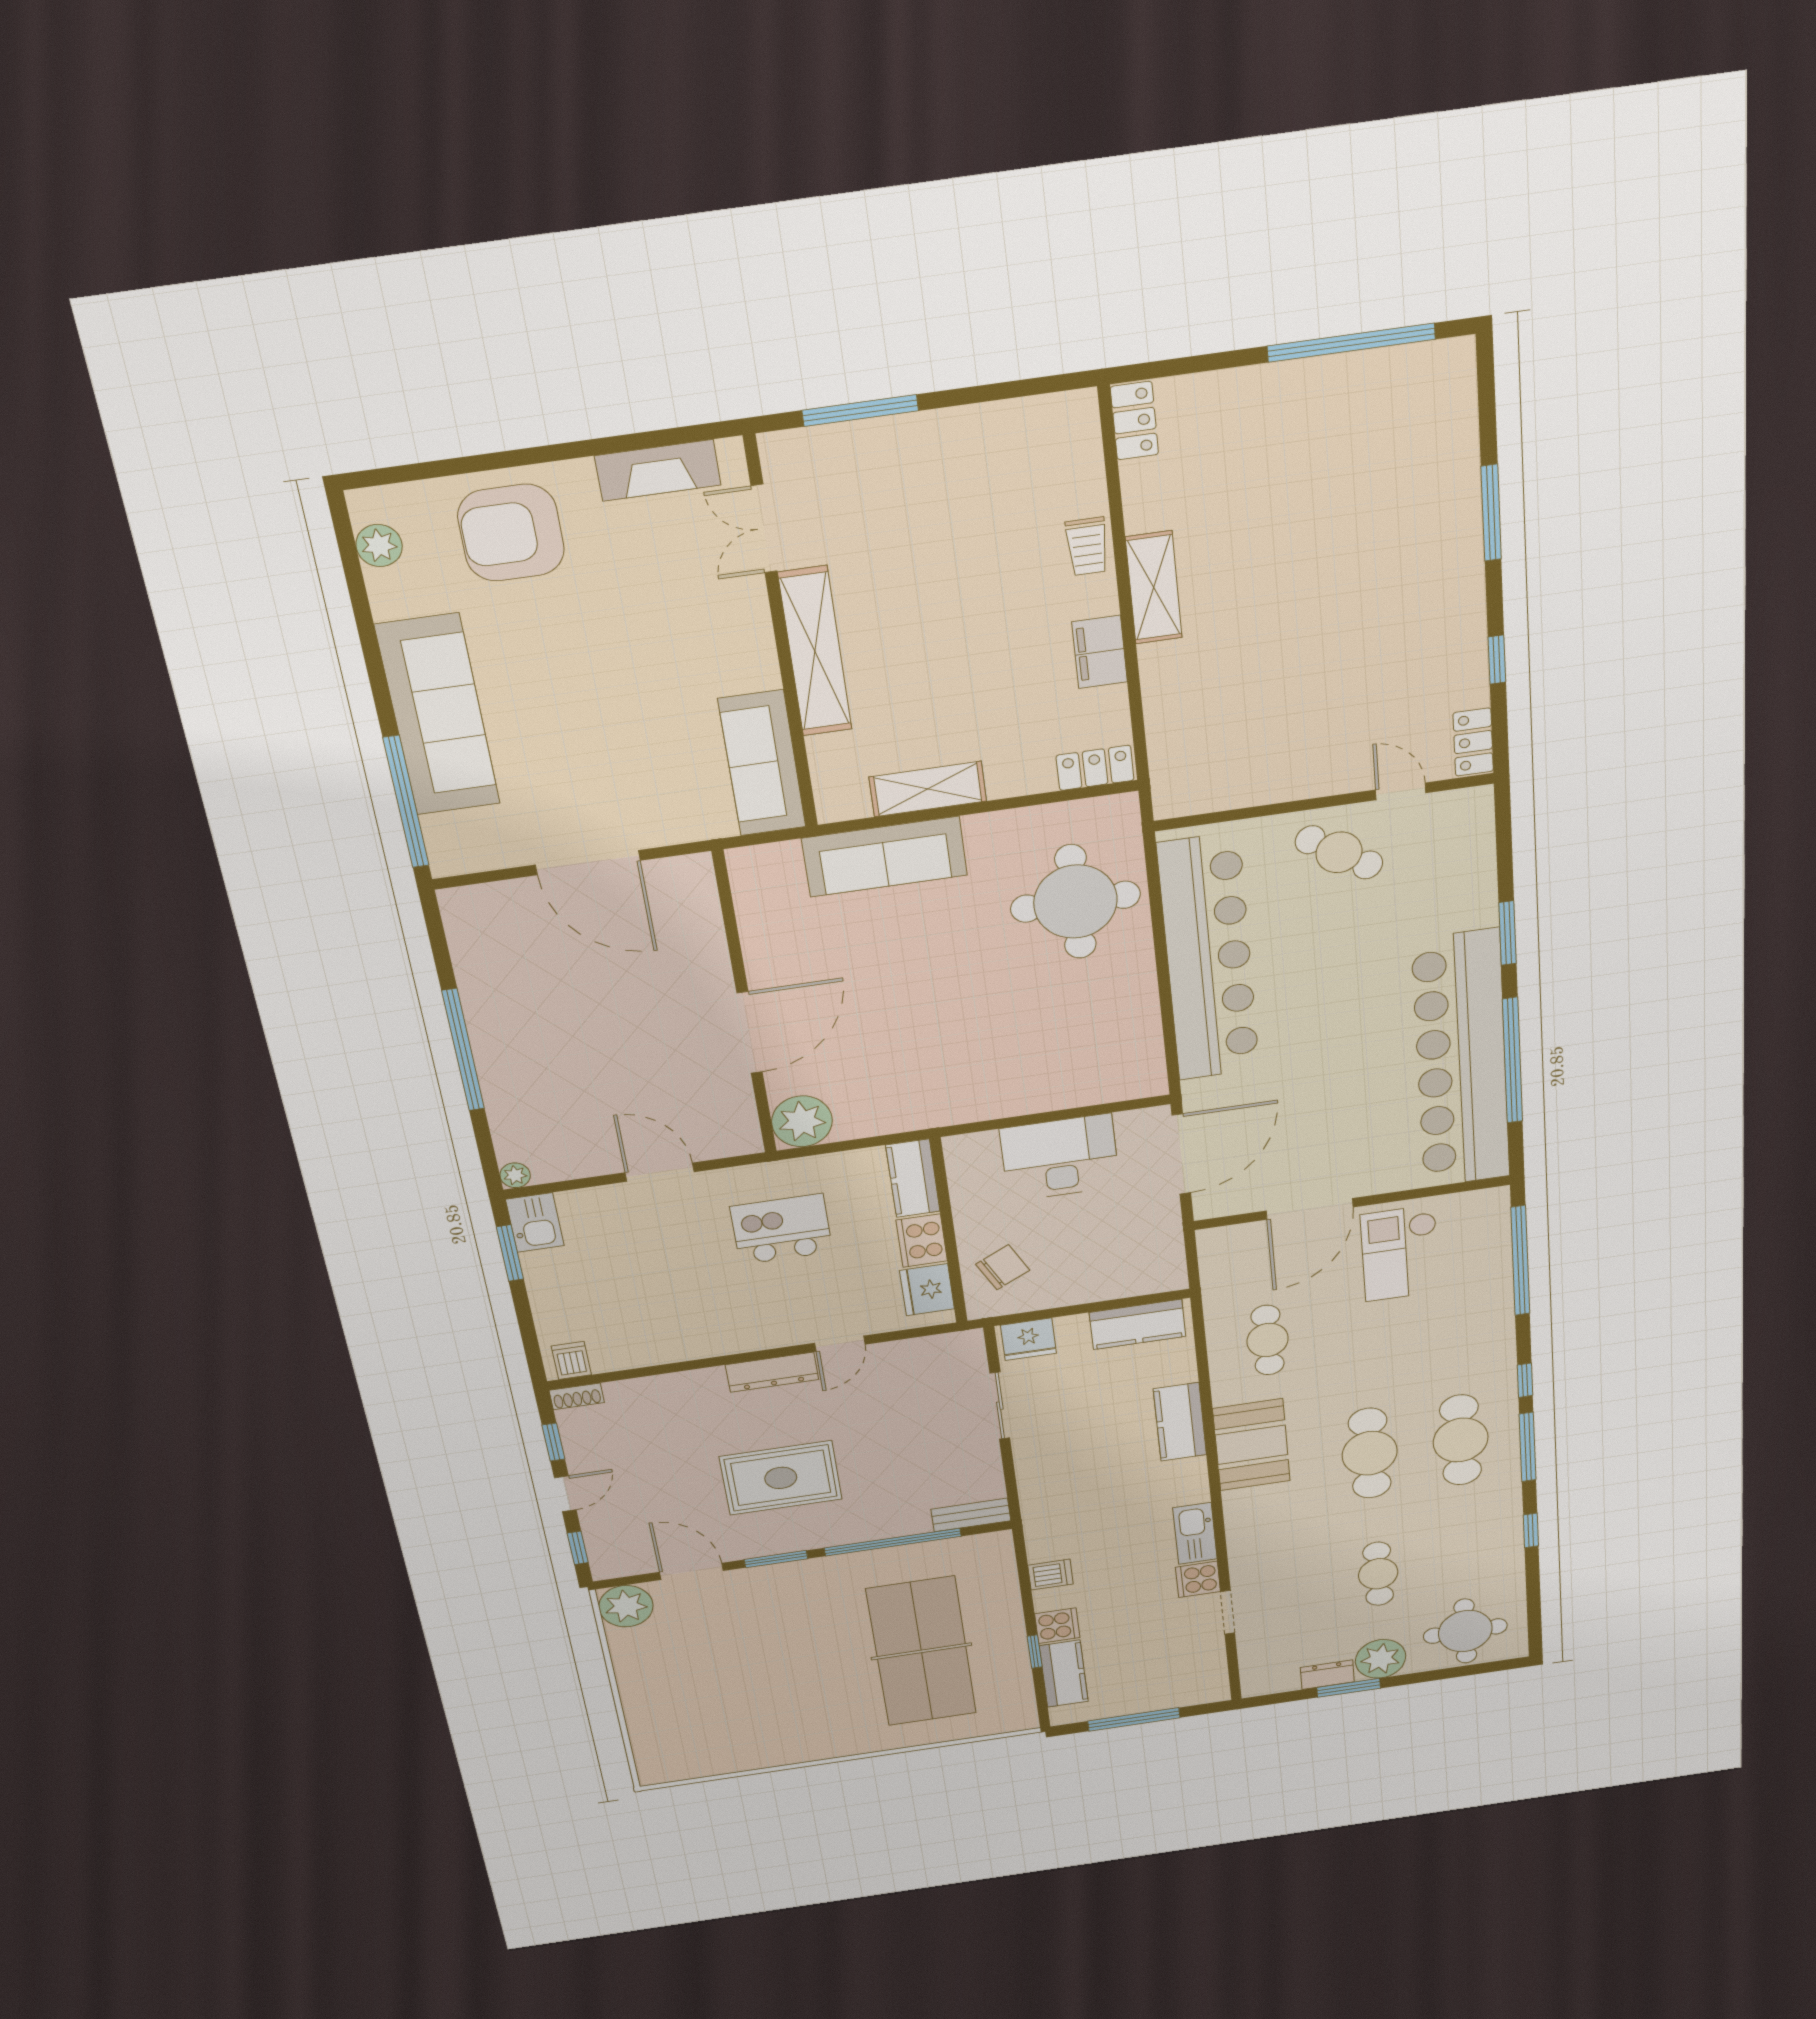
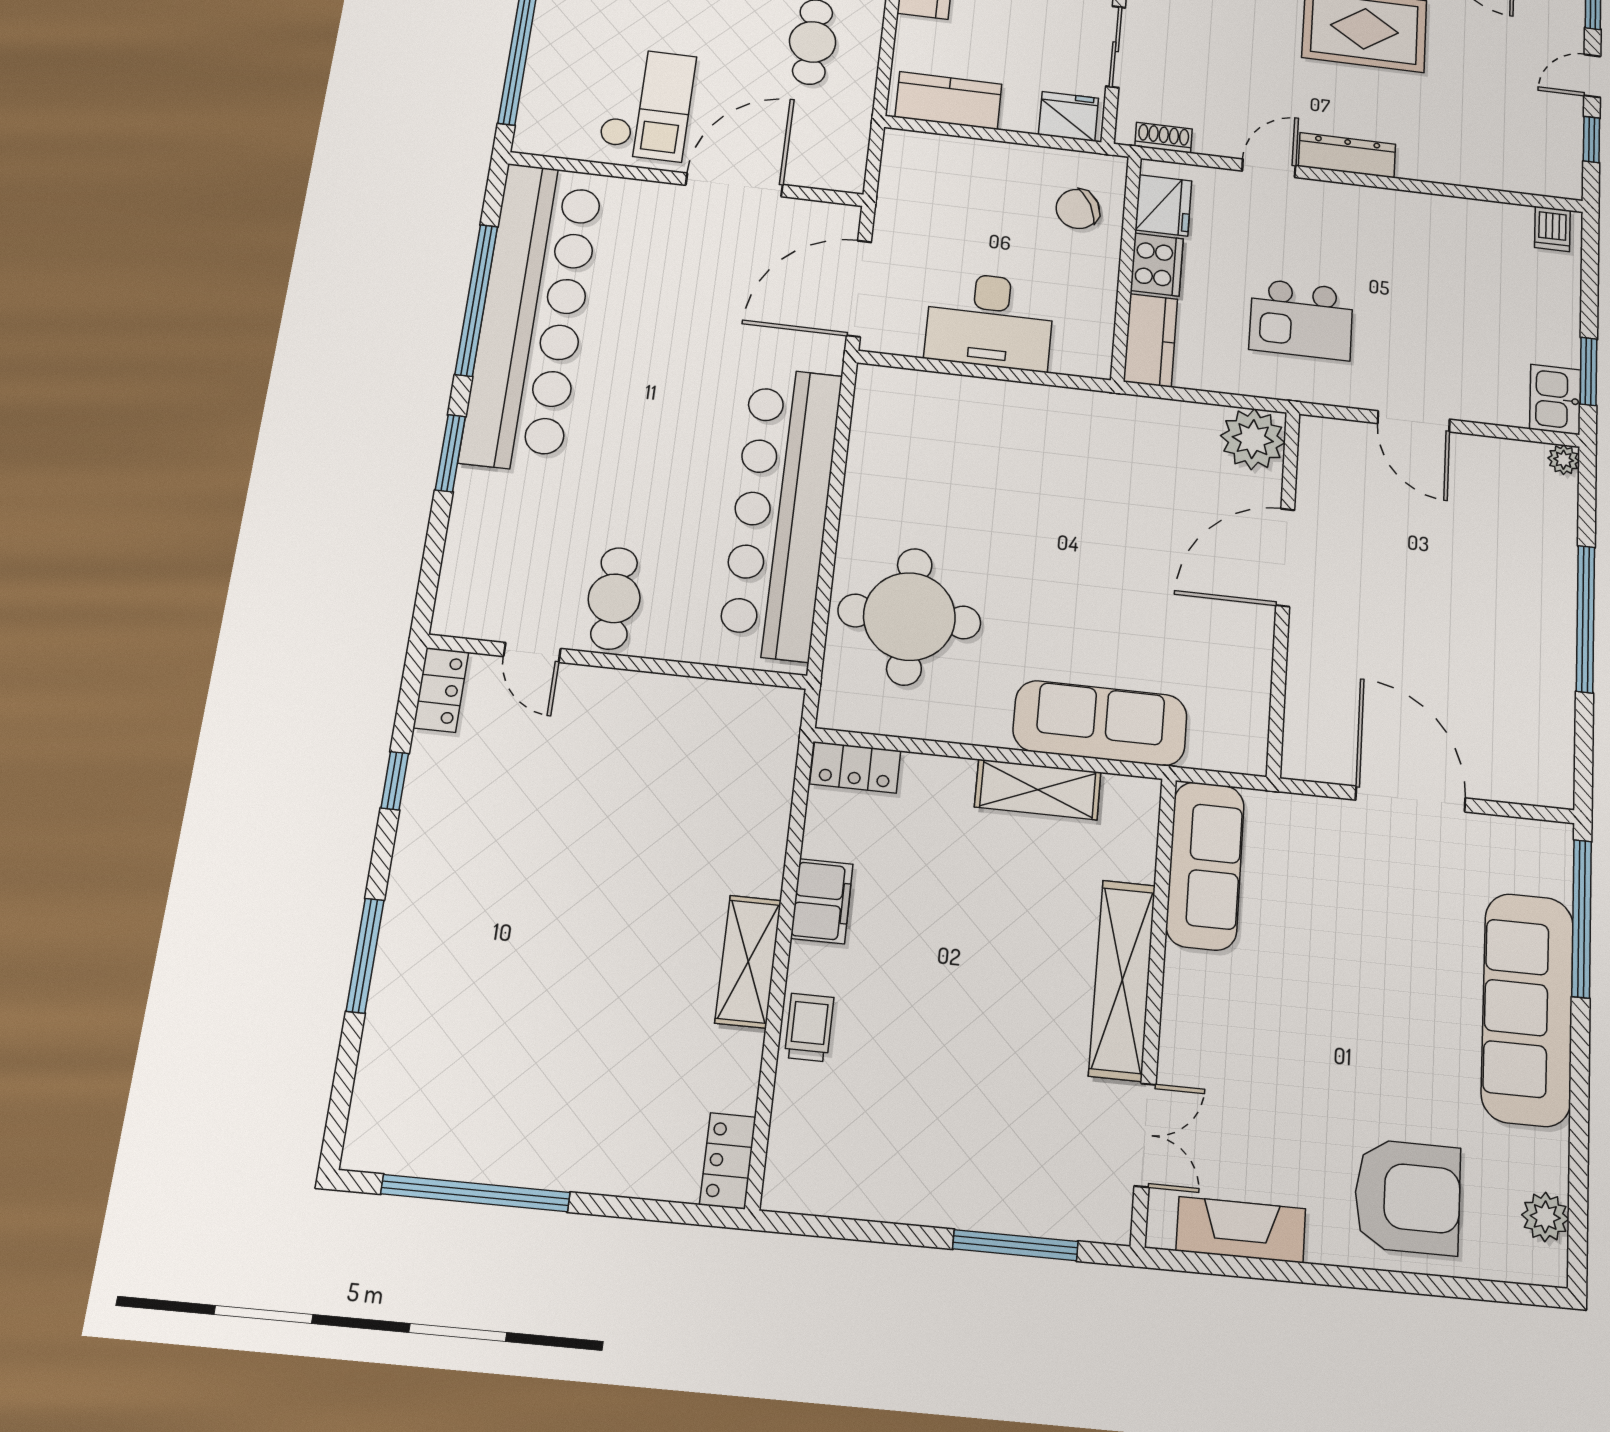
cafe table: (1339, 852) -> (614, 598), turned 56
shoe rack: (577, 1396) -> (1164, 138), moved

